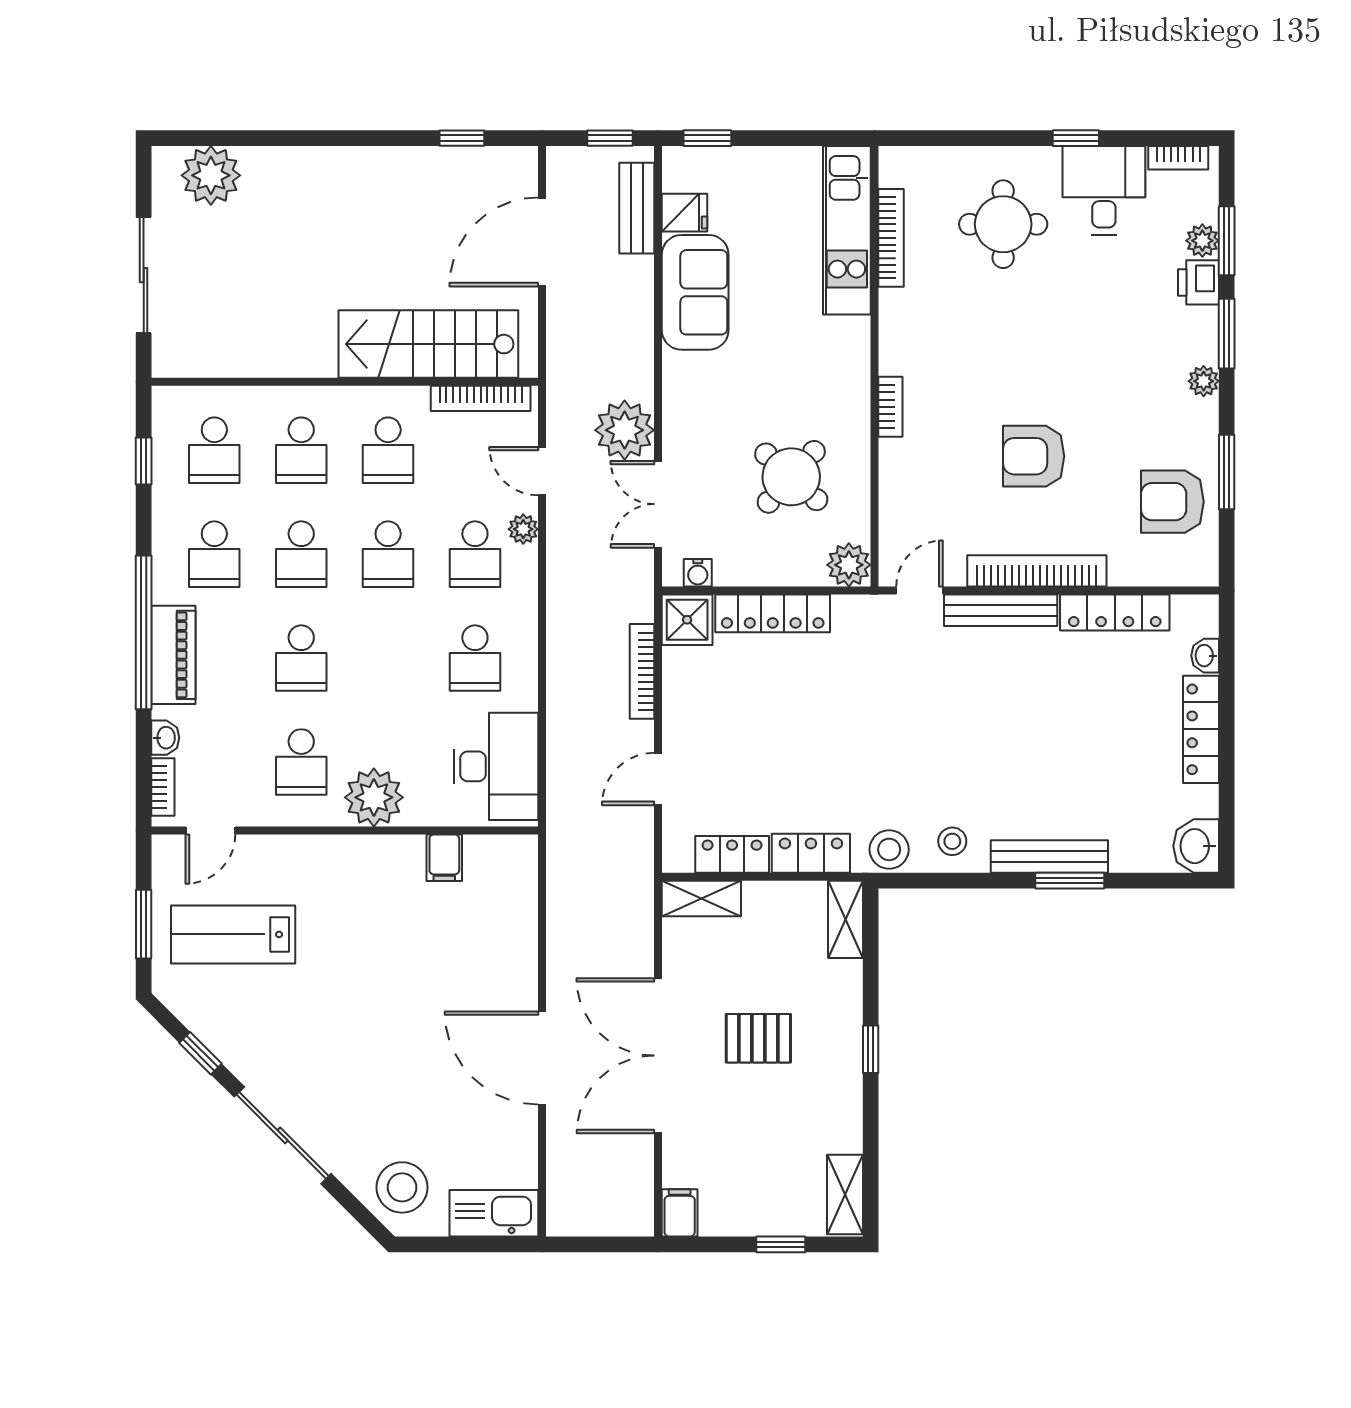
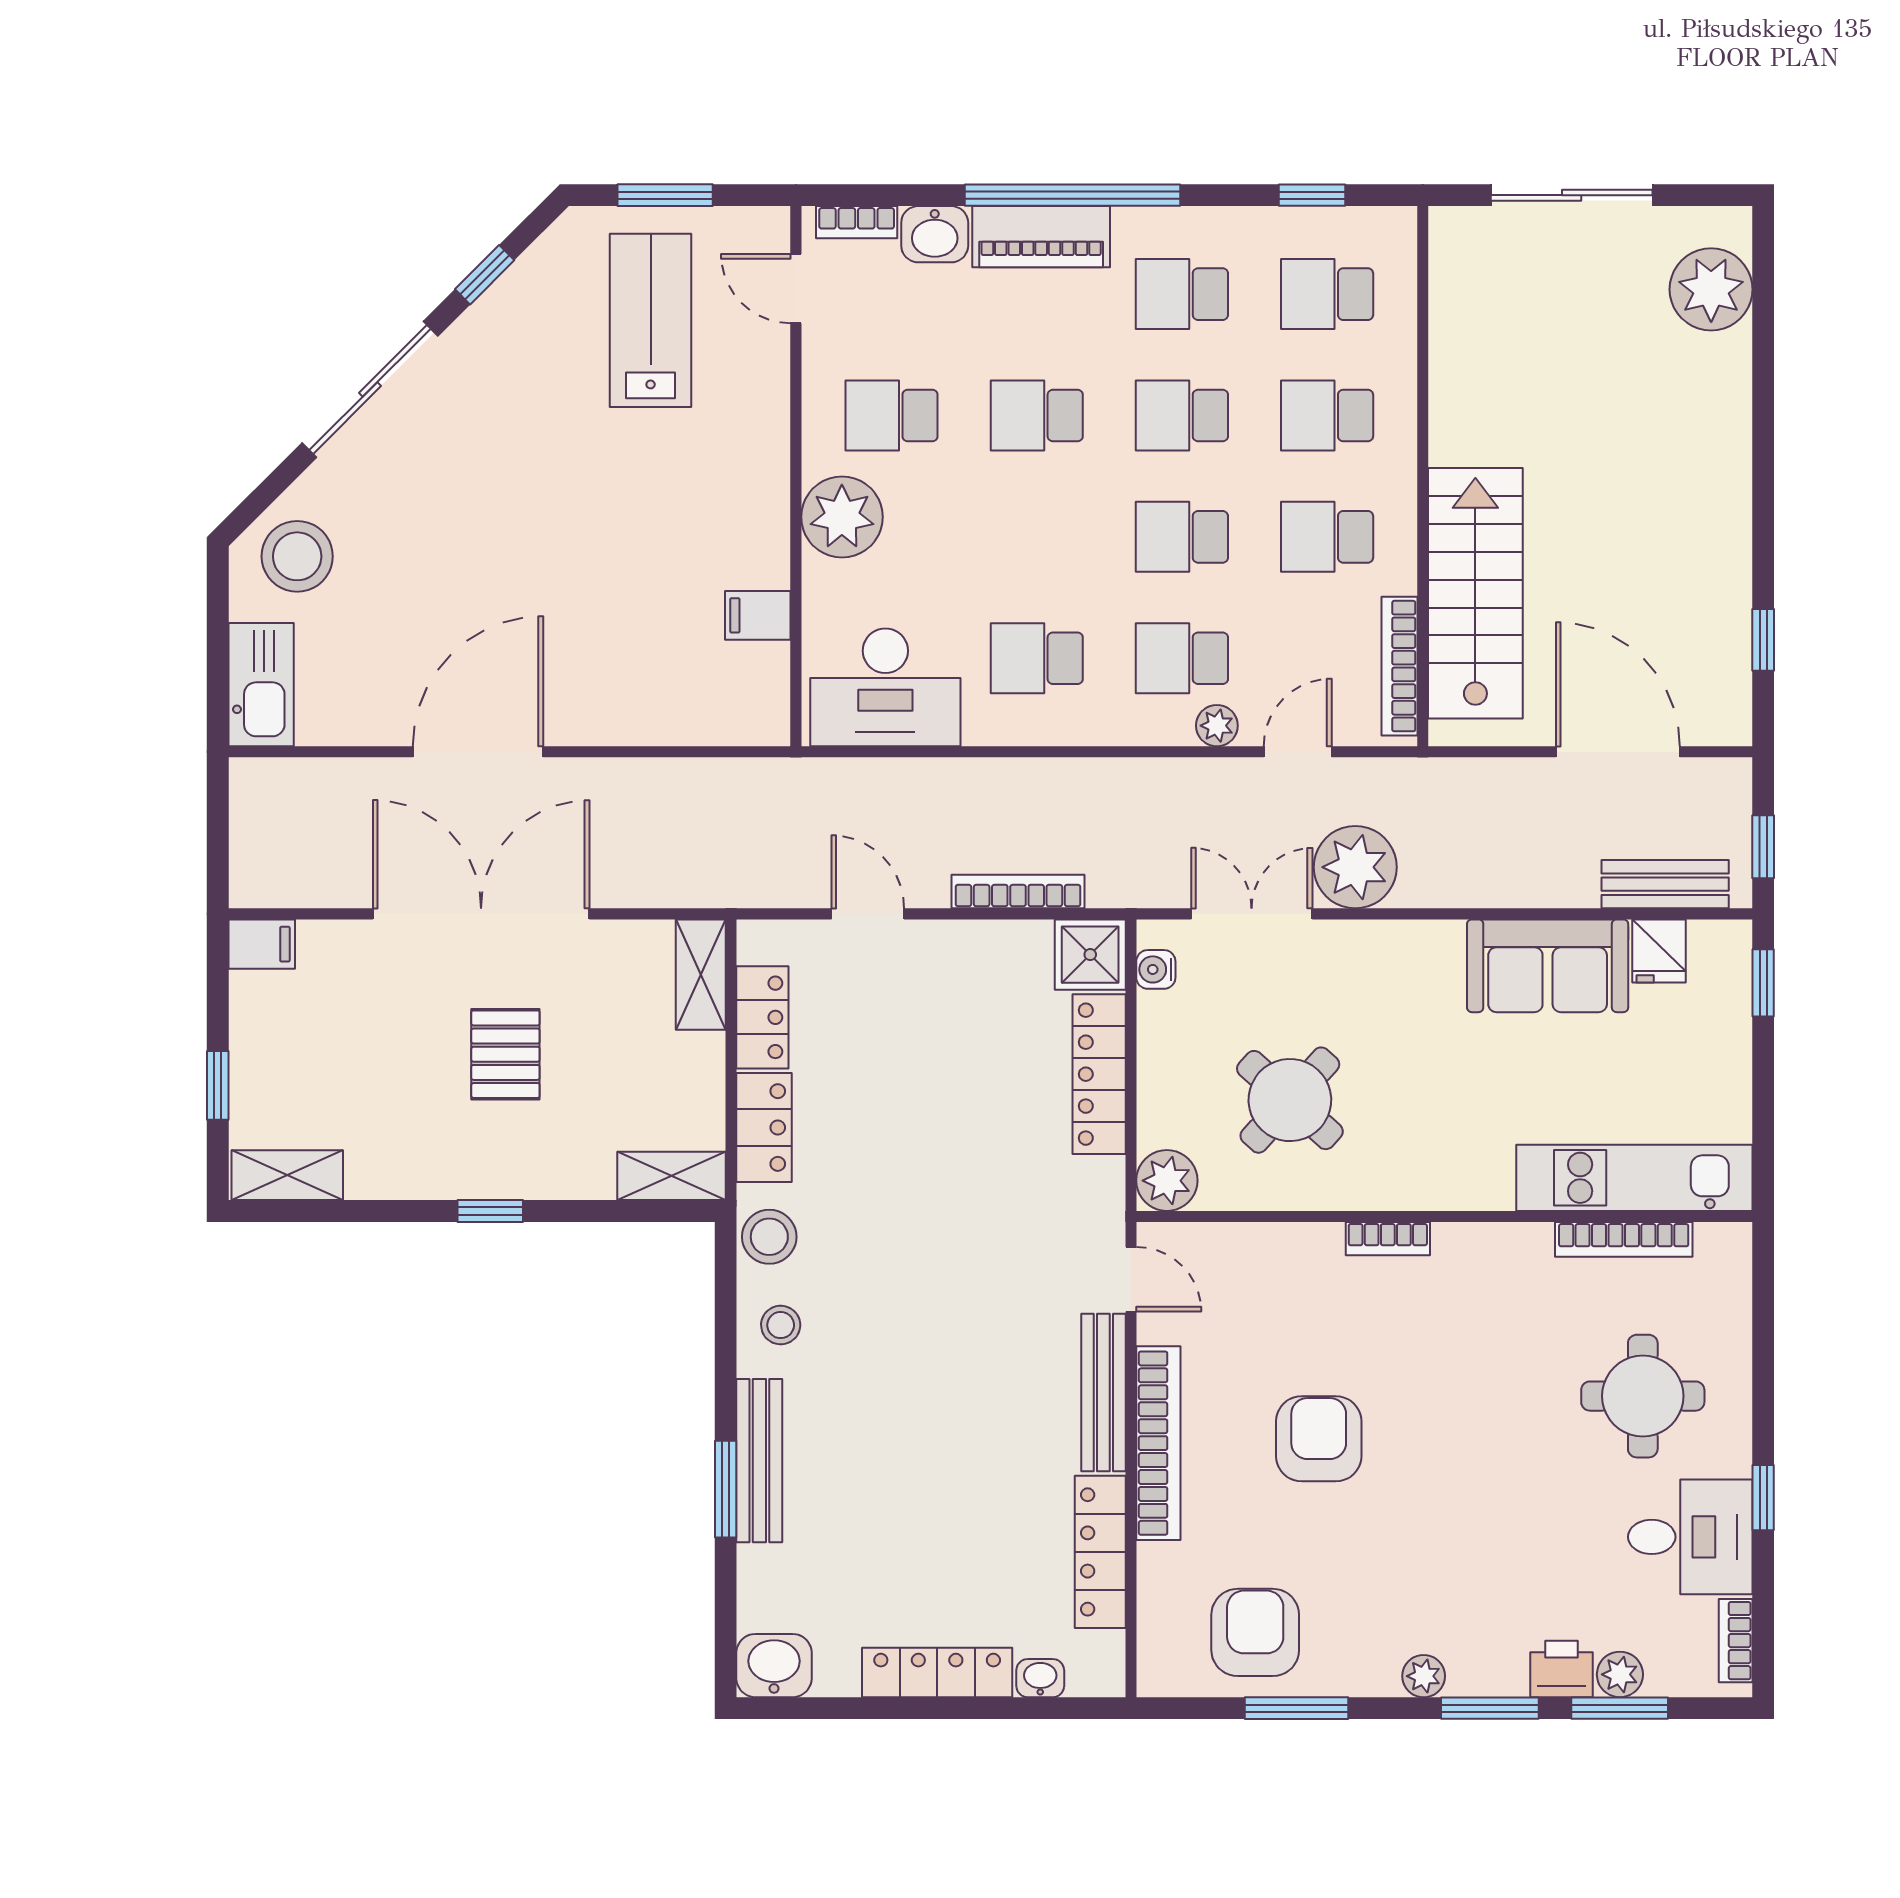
washbasin: (165, 738) -> (935, 234), width x1.38, depth x1.45

